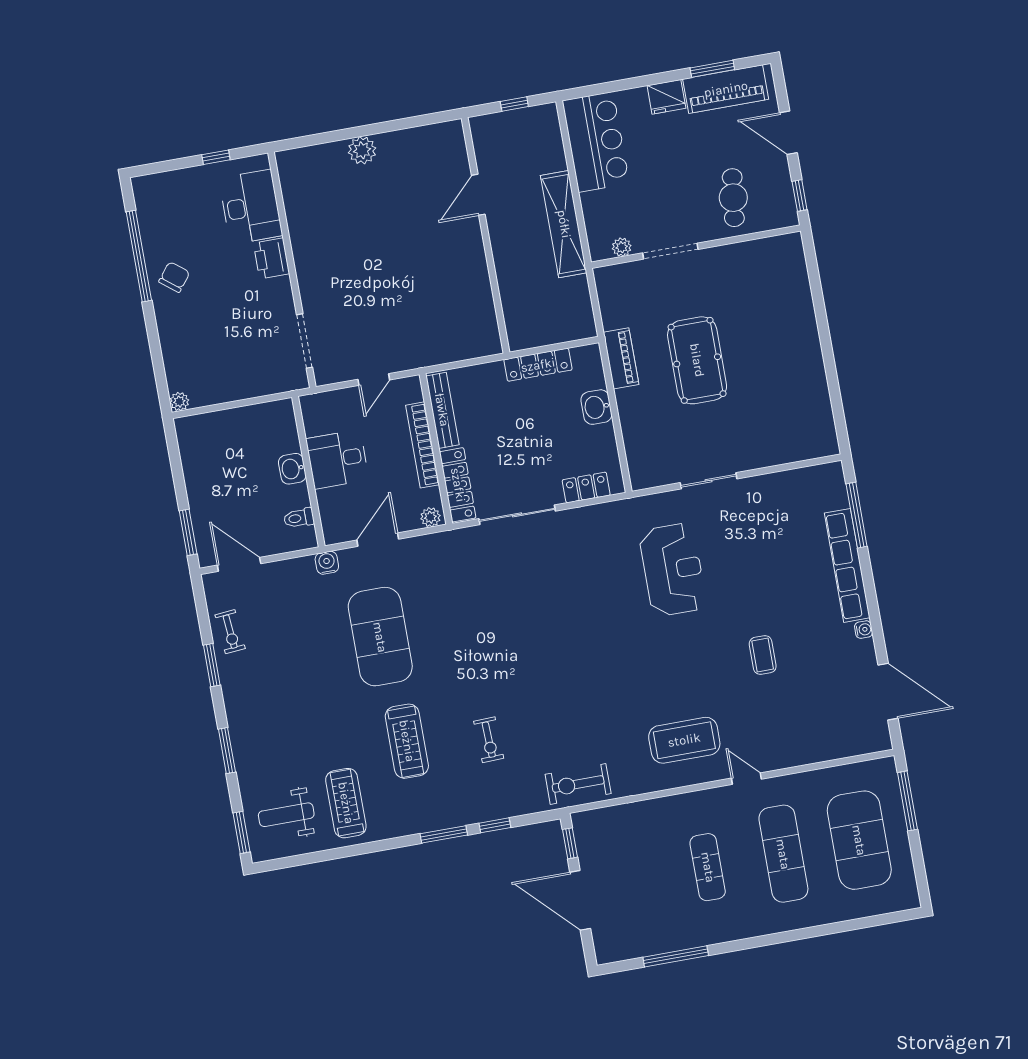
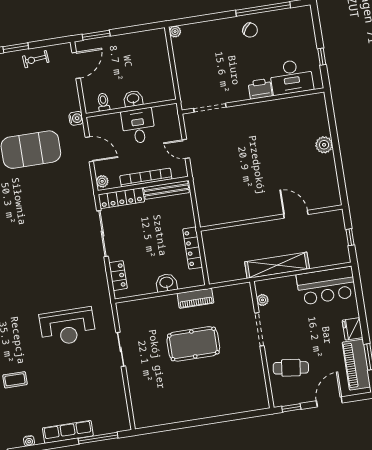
row of seats: (847, 565) -> (68, 432), width x0.73

